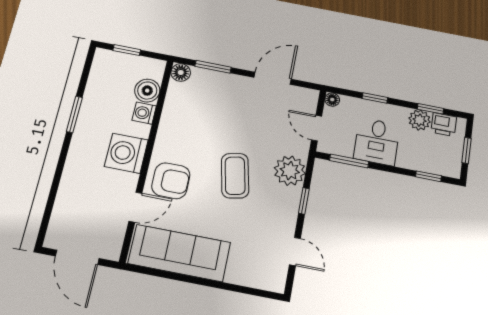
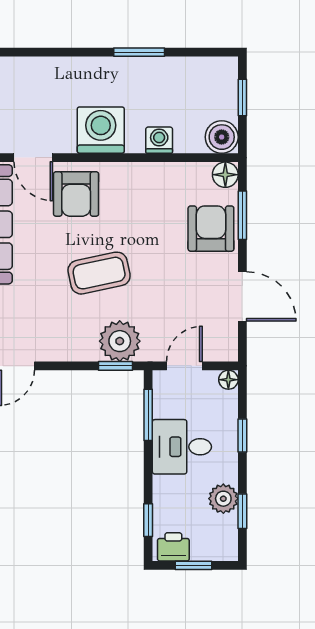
armchair: (218, 90) -> (211, 229), added
boiler: (147, 91) -> (222, 137), moved
printer: (444, 124) -> (173, 547), moved, turned 90
window: (304, 201) -> (115, 366), moved

